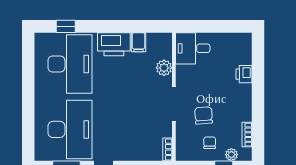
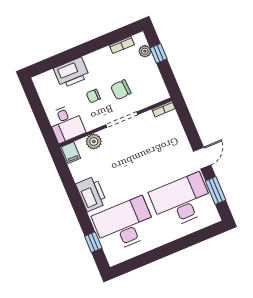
filing cabinet: (138, 42) -> (71, 153), moved, turned 90
printer: (244, 74) -> (72, 73), width x1.87, depth x1.48
chair: (210, 143) -> (93, 96), moved

